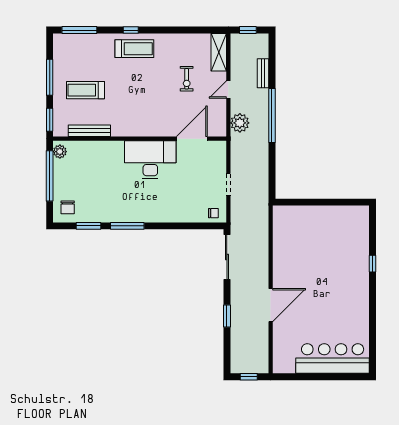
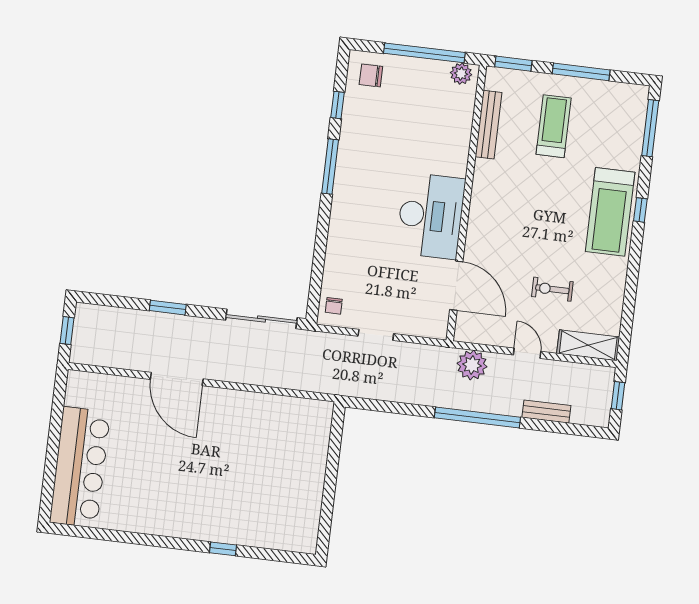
treadmill: (134, 49) -> (610, 212), width x1.37, depth x1.38
window: (88, 226) -> (337, 105), width x0.67

